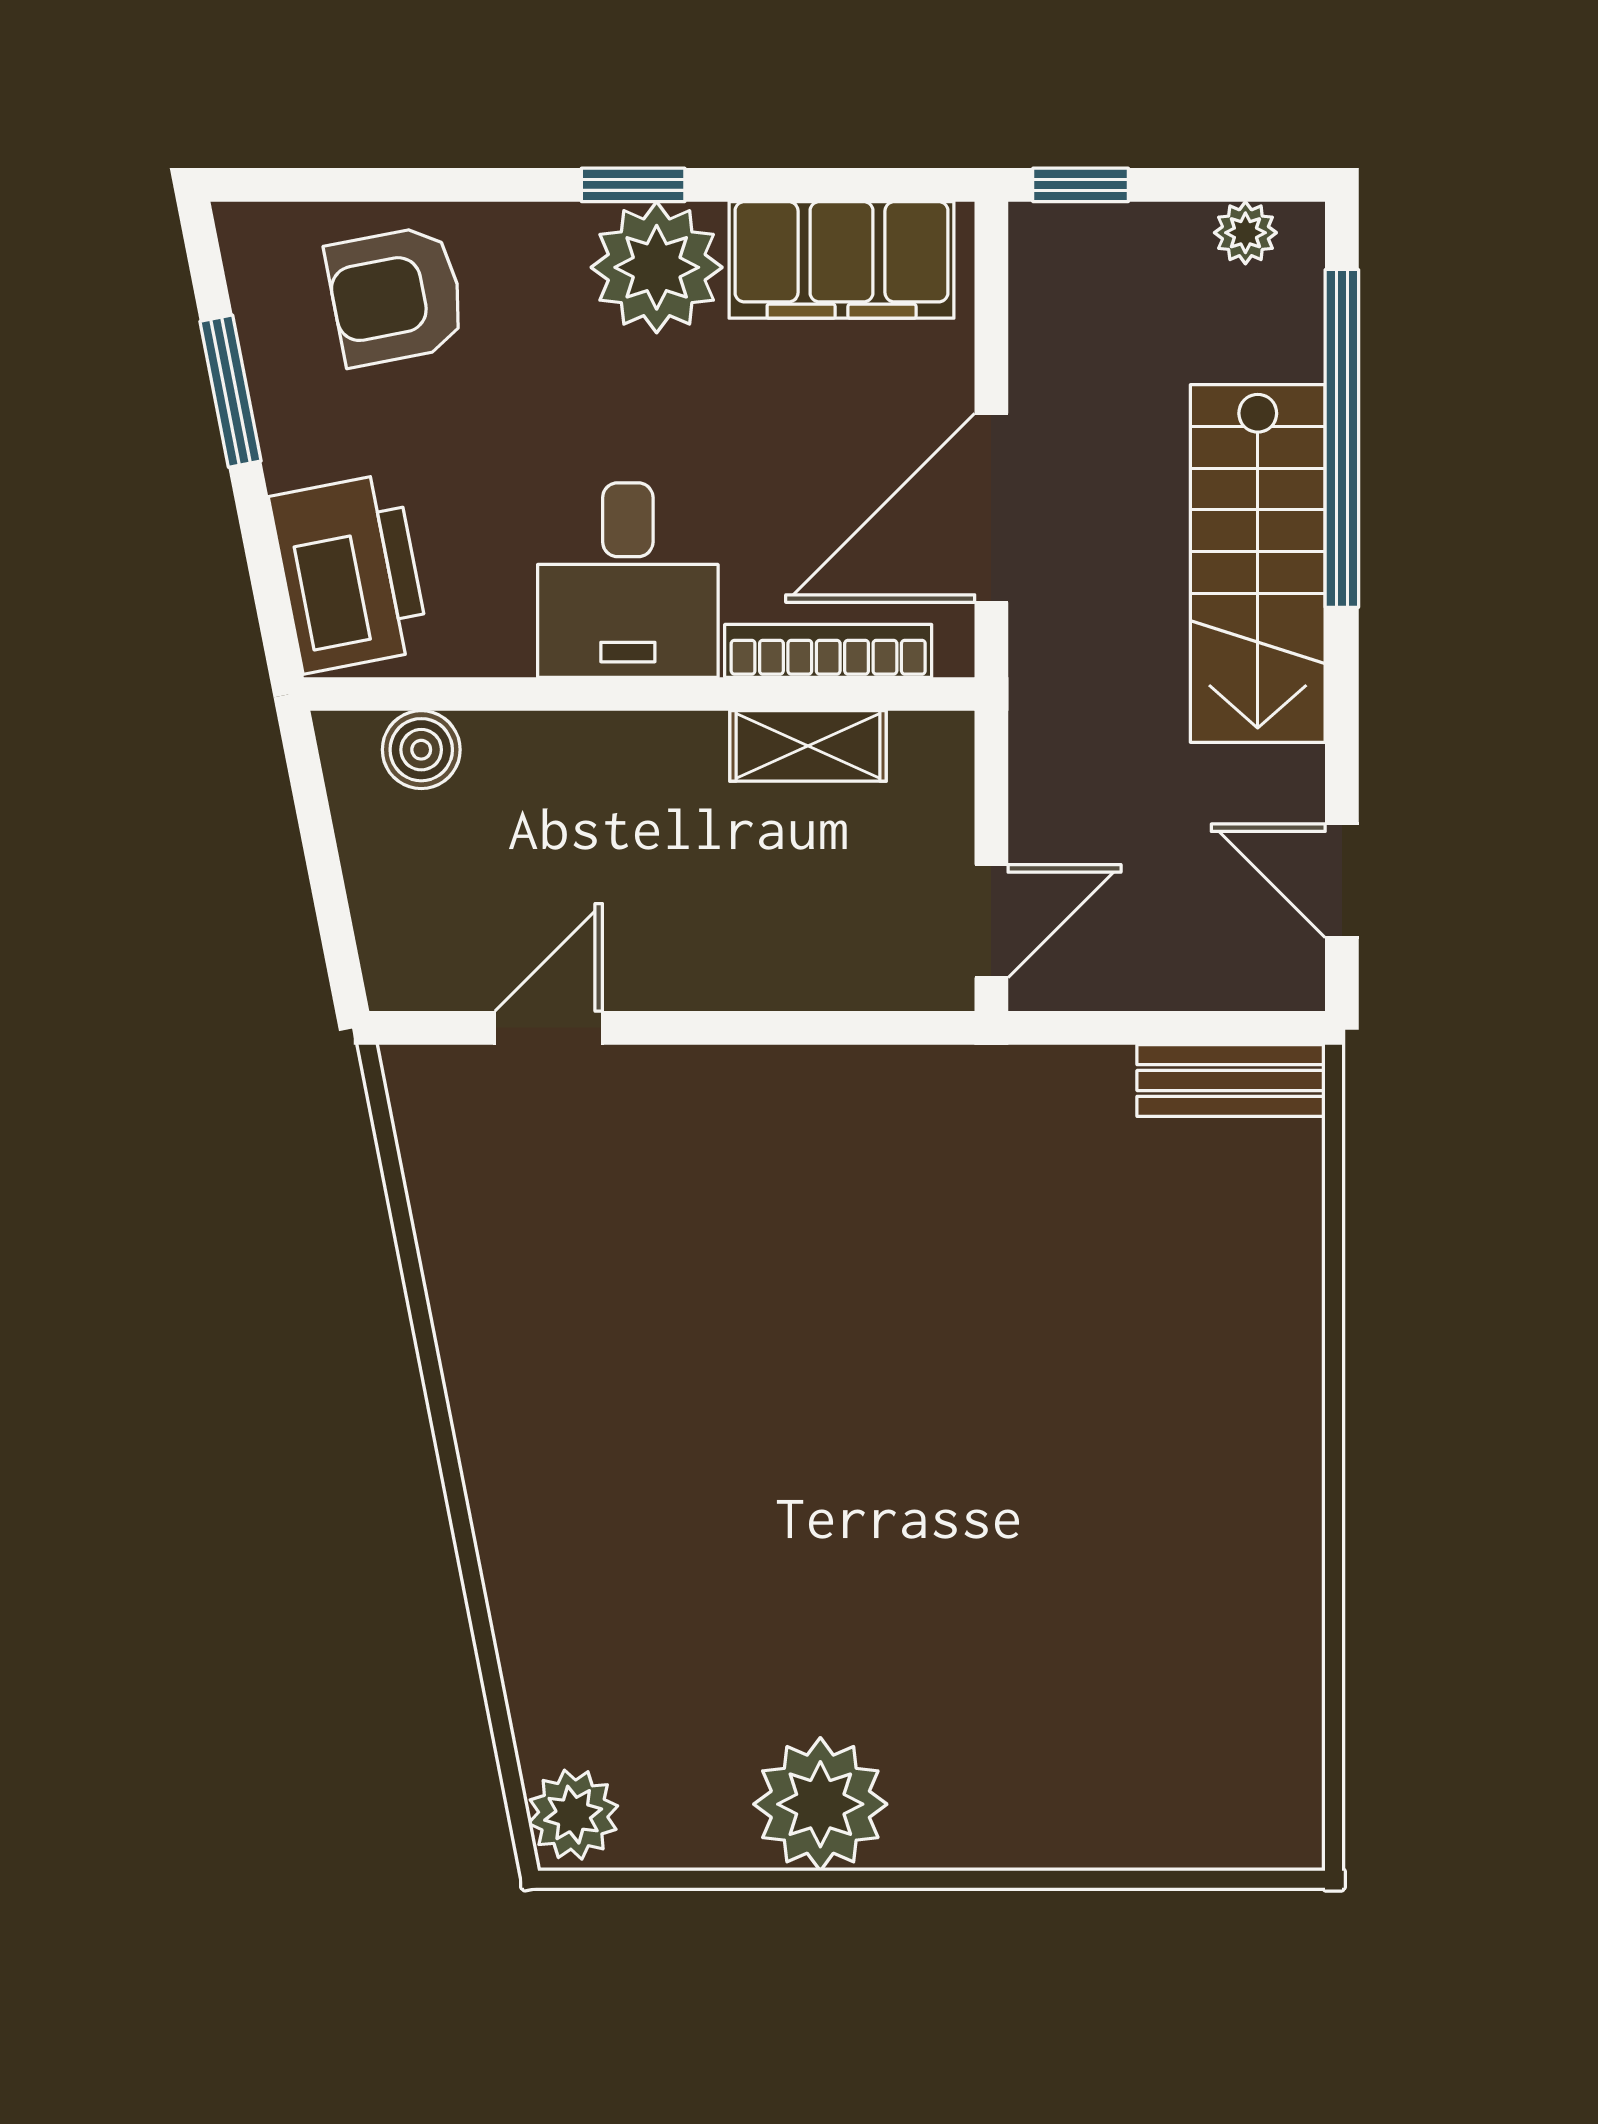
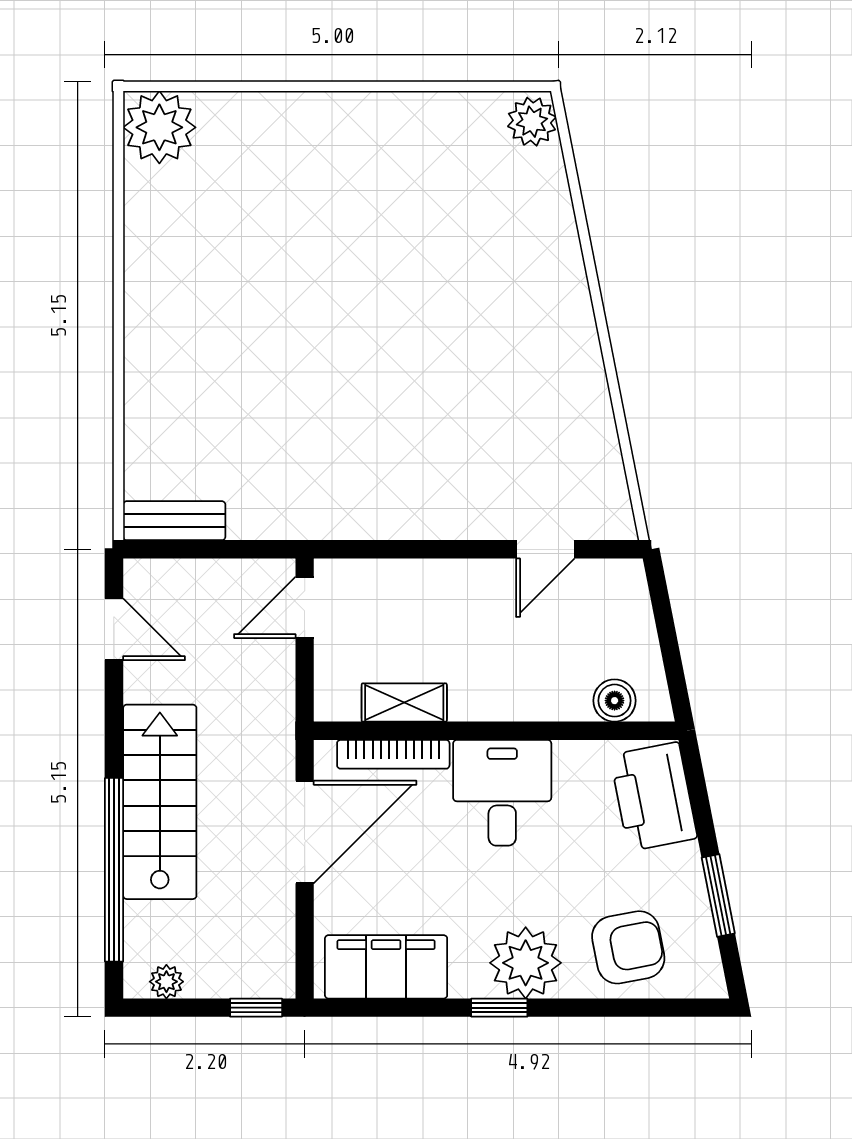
plant: (657, 267) -> (526, 963), moved
plant: (820, 1804) -> (159, 127), moved

